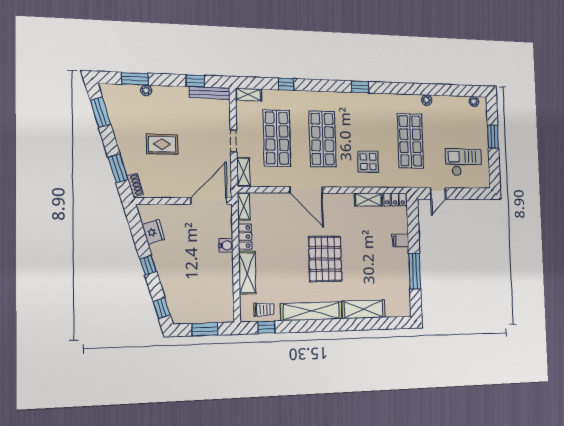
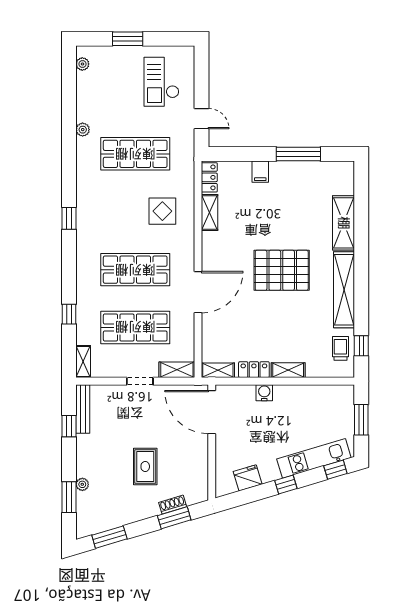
shoe rack: (135, 185) -> (173, 505), moved
shelving: (247, 273) -> (288, 370), width x0.67, depth x0.75
kitchen unit: (171, 289) -> (314, 458), added

